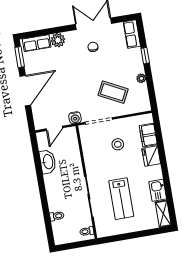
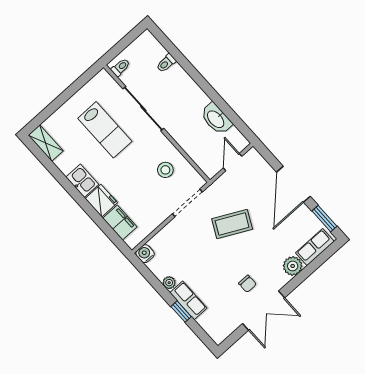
row of seats: (132, 34) -> (188, 300), moved
coffee table: (113, 92) -> (232, 224), moved
water cooler: (75, 118) -> (145, 254), moved
stool: (118, 144) -> (165, 170), moved
kitchen sink: (158, 190) -> (82, 181), moved
lab bench: (121, 199) -> (105, 130), turned 180

